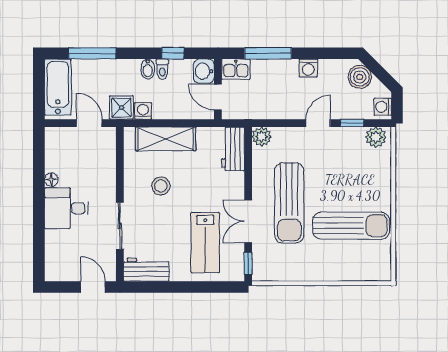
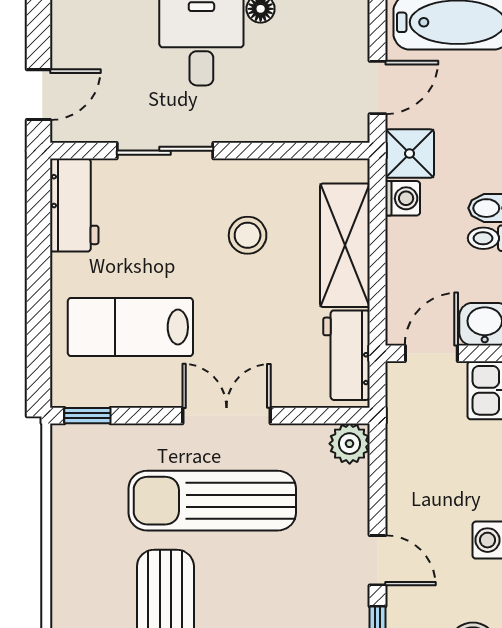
workbench: (233, 149) -> (346, 355), moved, turned -90
double door: (248, 221) -> (227, 416), moved

